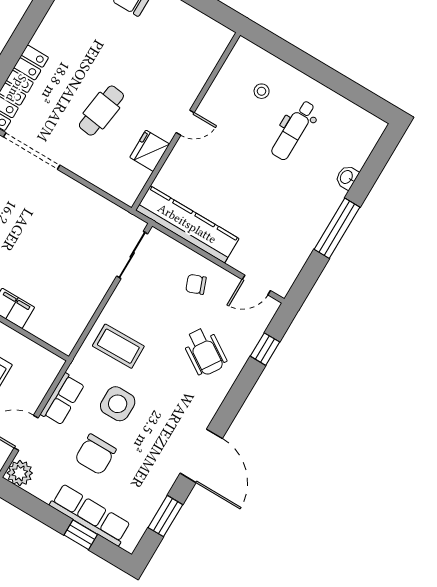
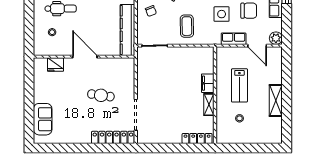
door: (185, 123) -> (85, 57), width x1.88
fridge: (150, 151) -> (55, 65), moved
coffee table: (118, 346) -> (187, 26), moved

